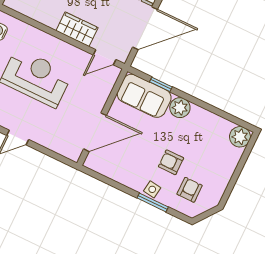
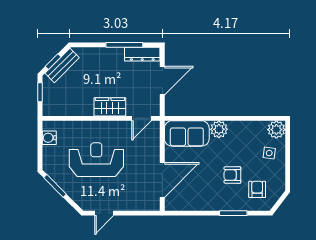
door: (145, 28) -> (162, 81), width x0.73
window: (161, 84) -> (195, 118), removed
side table: (152, 189) -> (269, 153), moved

